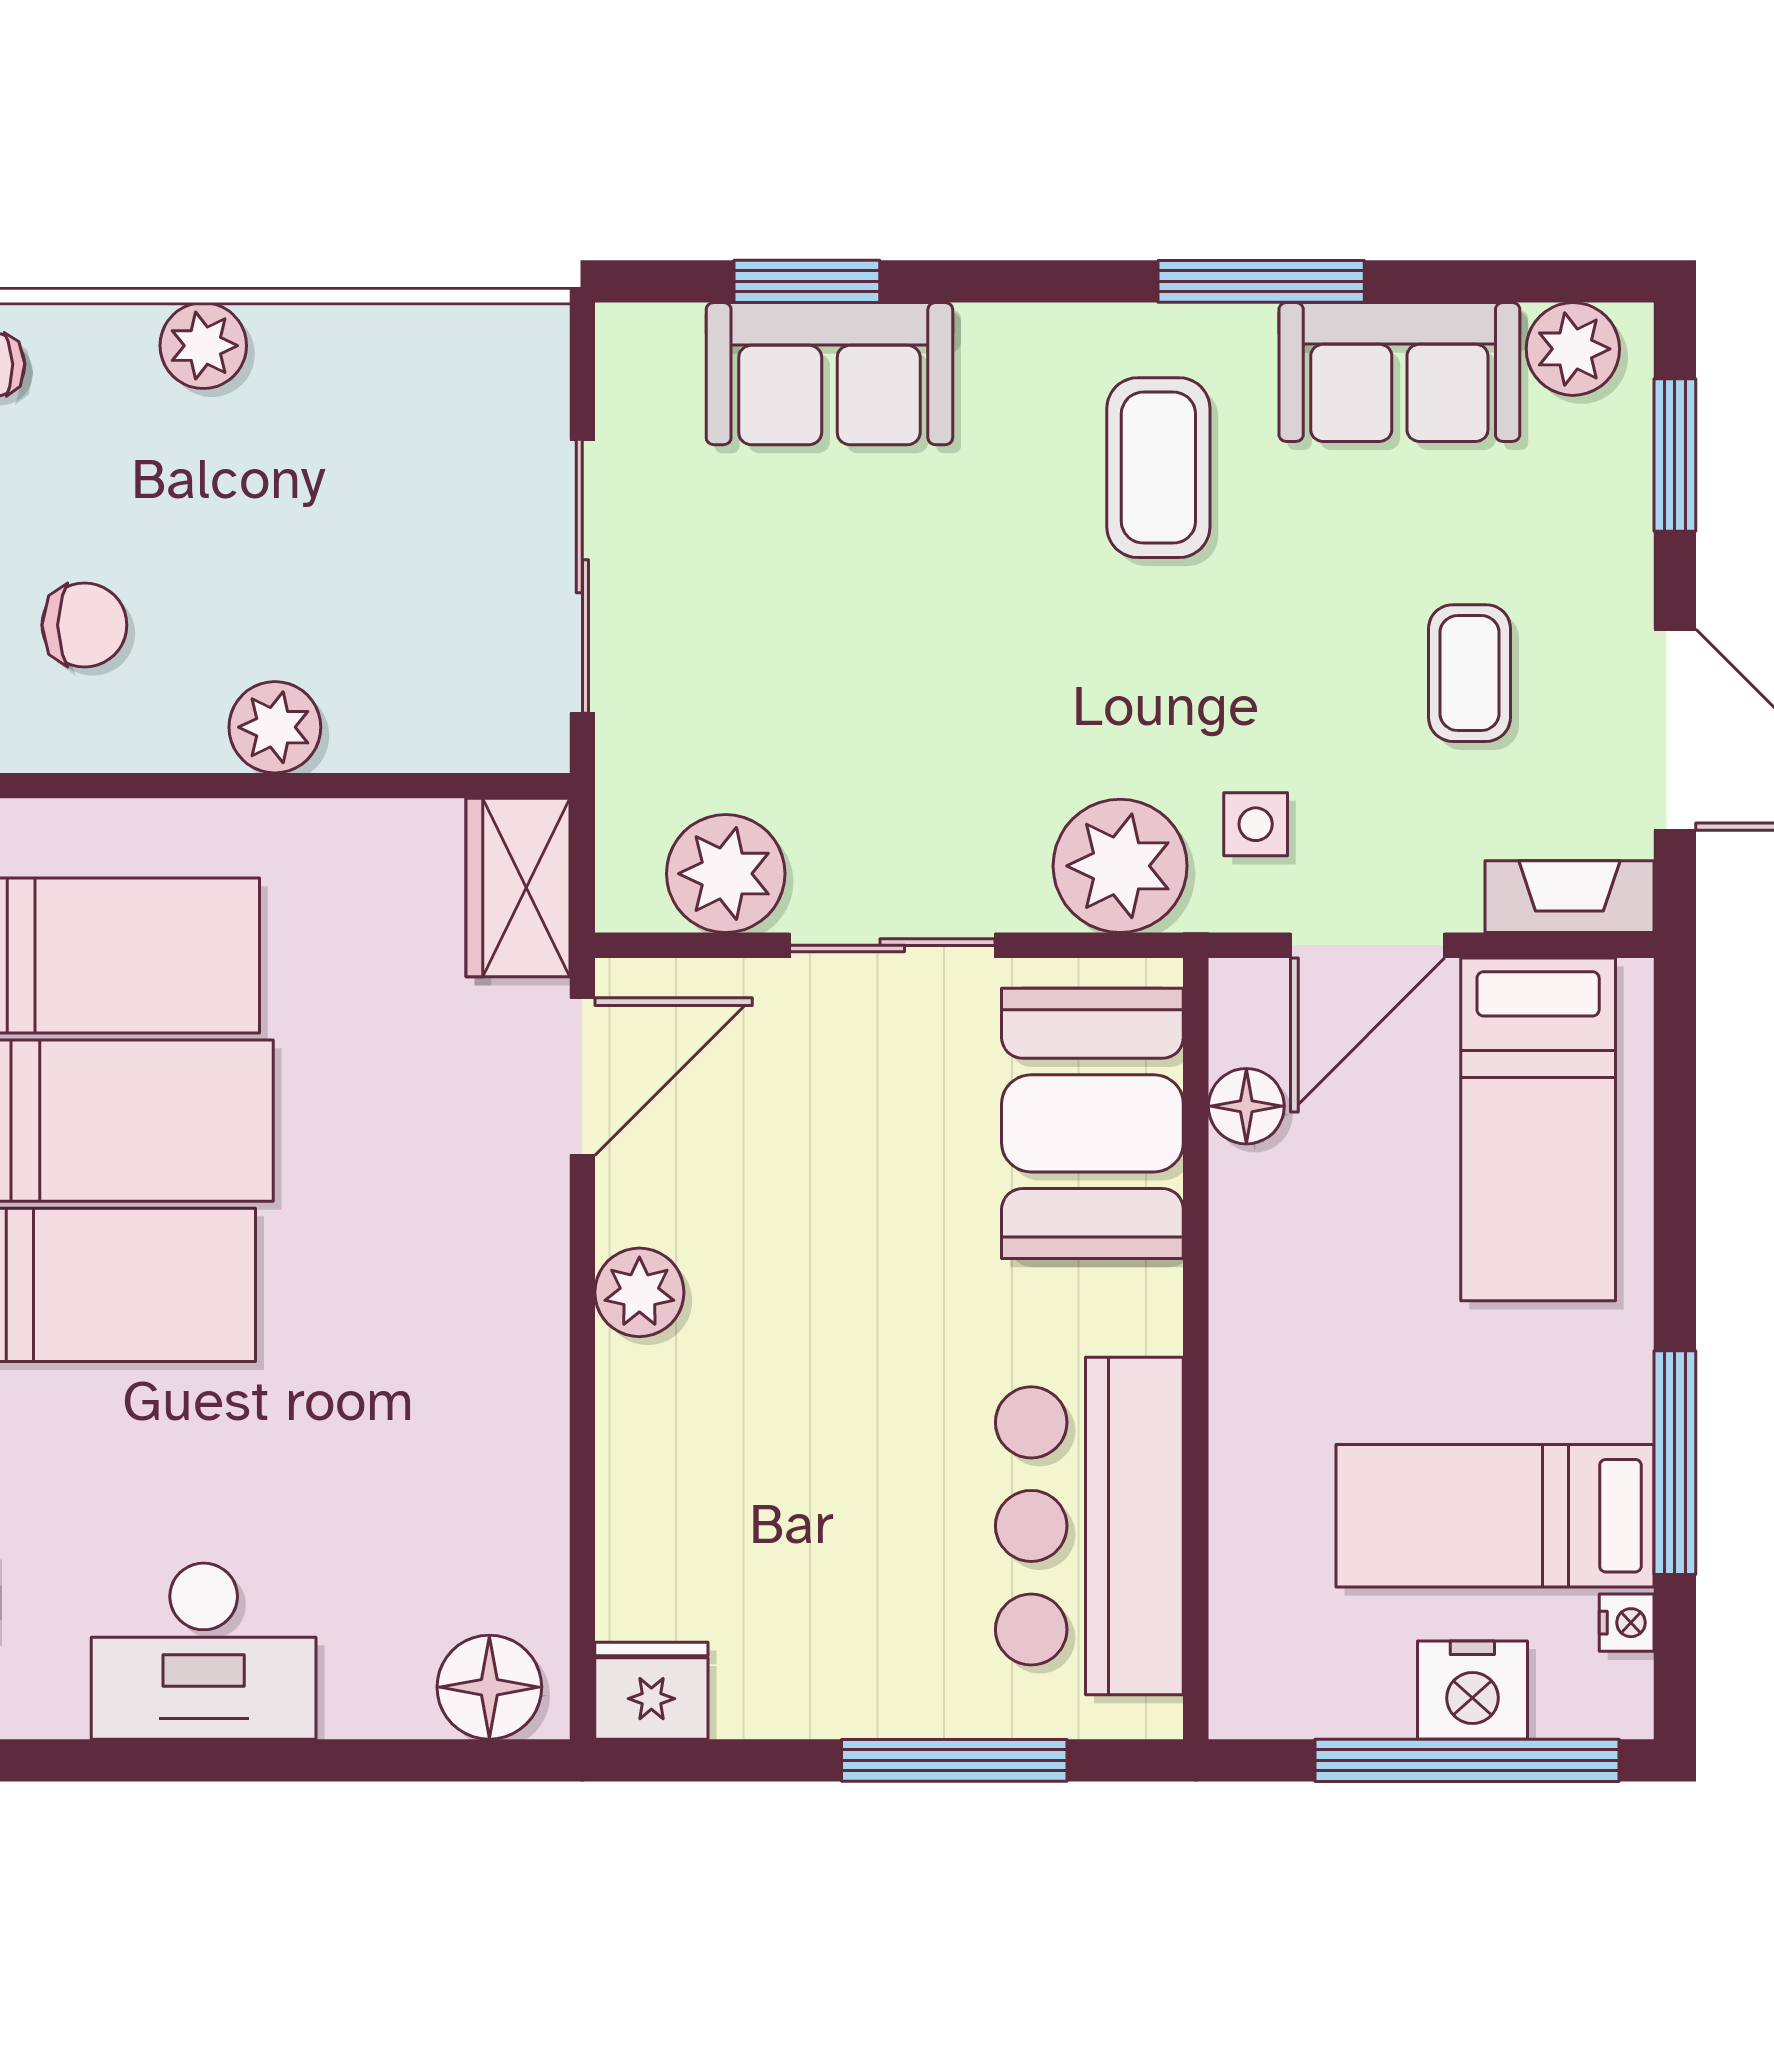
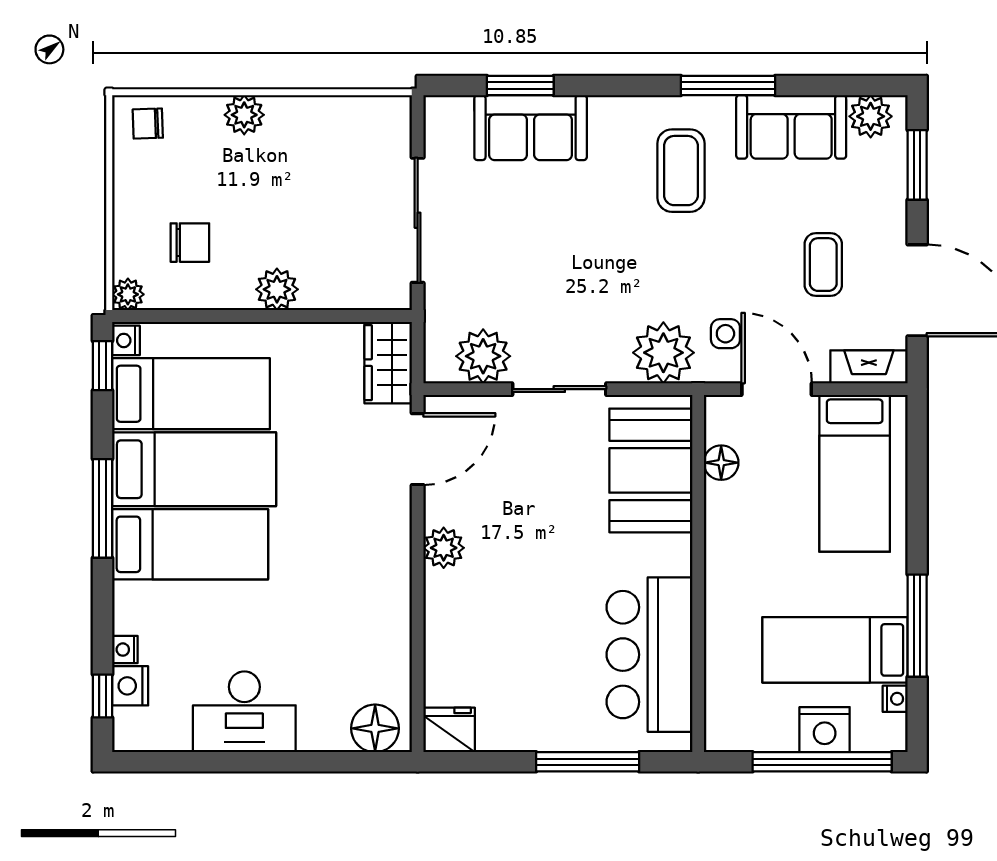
door: (1368, 945) -> (777, 389), swing flipped

